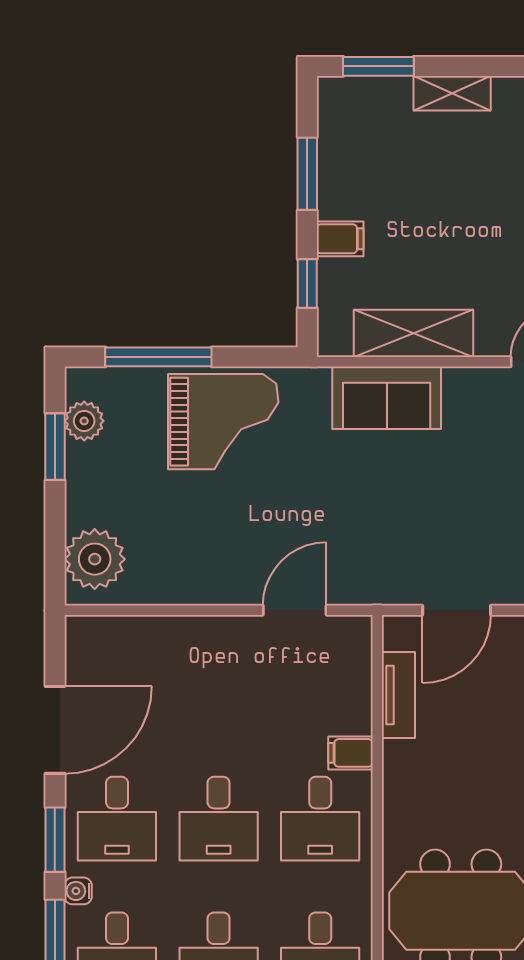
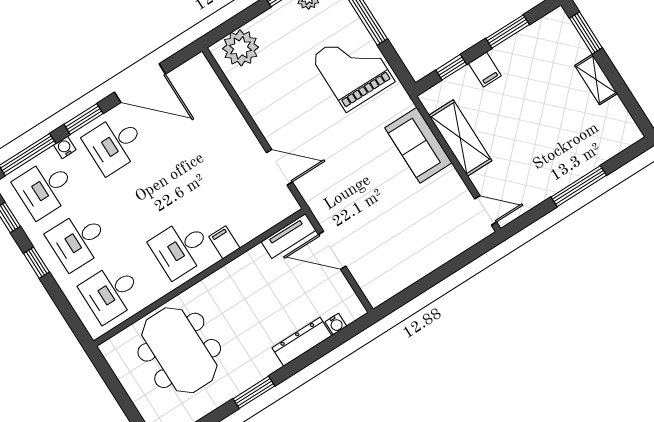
grand piano: (223, 422) -> (353, 69), turned 180
tv unit: (398, 695) -> (289, 236), moved
desk: (219, 819) -> (148, 196), removed

